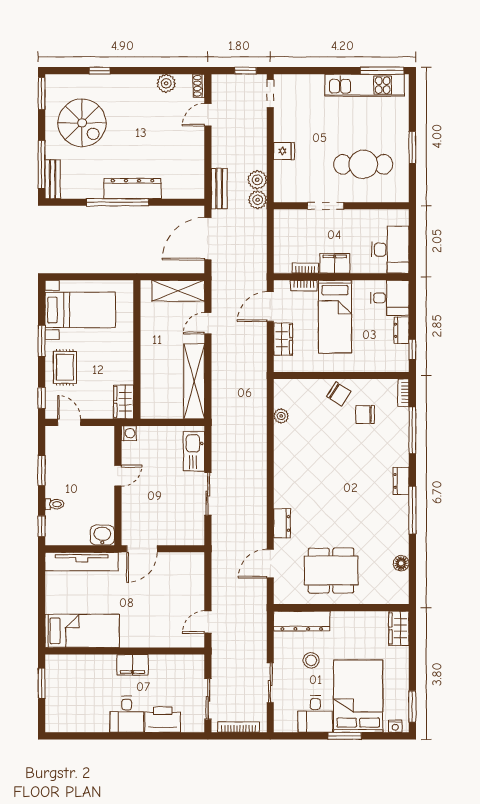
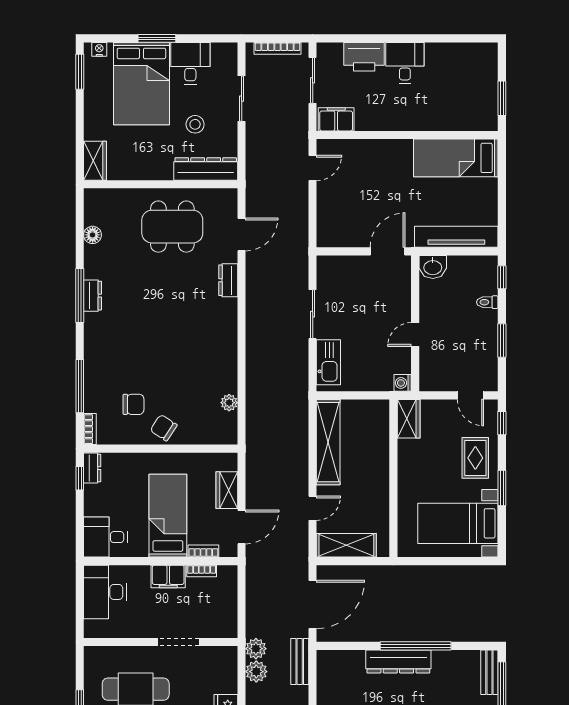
dresser: (401, 330) -> (92, 468), moved
dresser: (401, 481) -> (93, 296), moved
filing cabinet: (133, 665) -> (336, 119), moved

